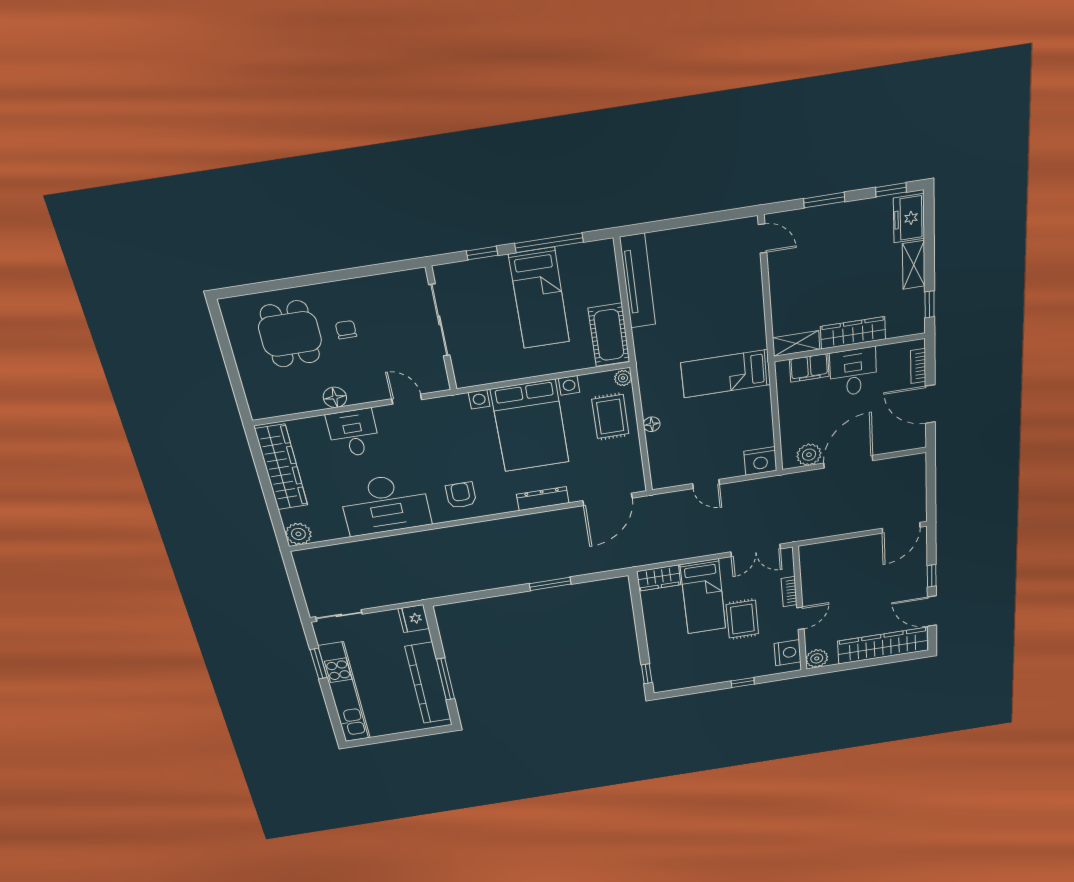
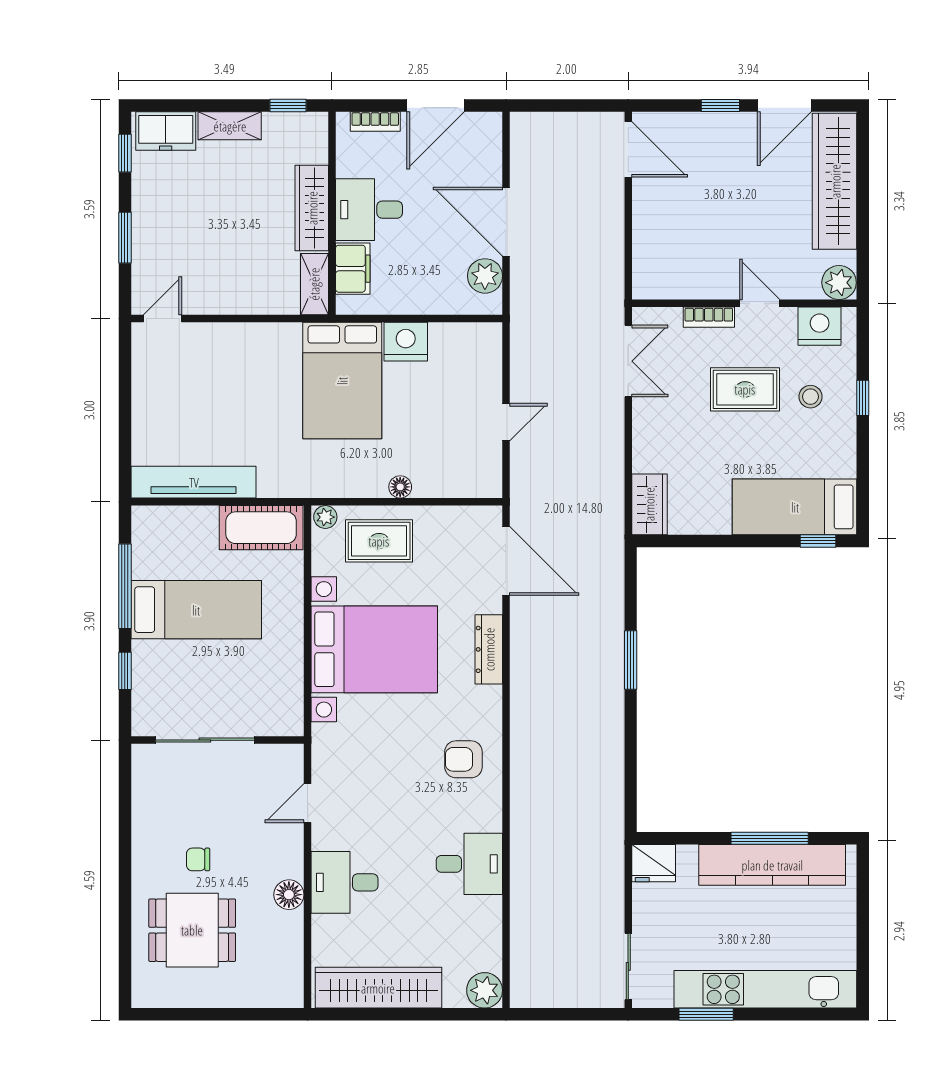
bed: (726, 374) -> (342, 381), width x1.50
nightstand: (760, 461) -> (406, 342), moved, turned -90
desk: (385, 504) -> (469, 864), width x0.53, depth x0.77
bed: (703, 597) -> (795, 507), moved, turned 180
stool: (741, 655) -> (810, 397), added

